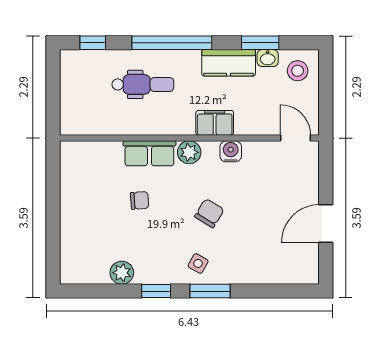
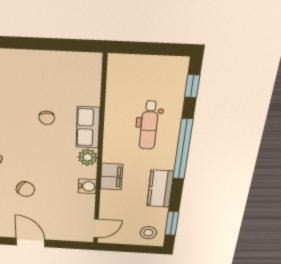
window: (260, 43) -> (172, 223), moved
washbasin: (268, 58) -> (161, 215), removed
chair: (209, 213) -> (25, 189), moved

